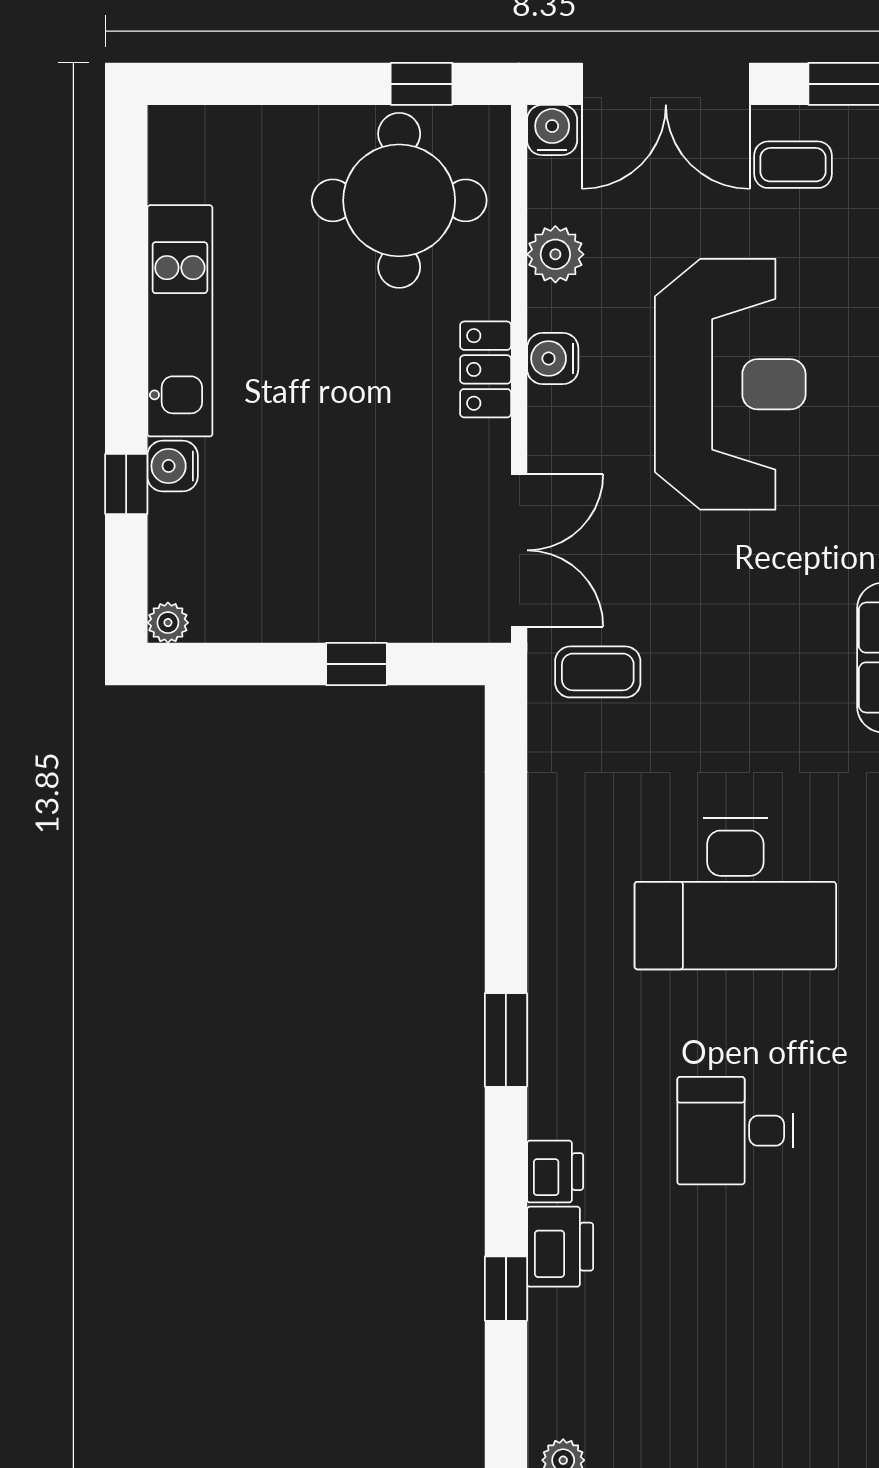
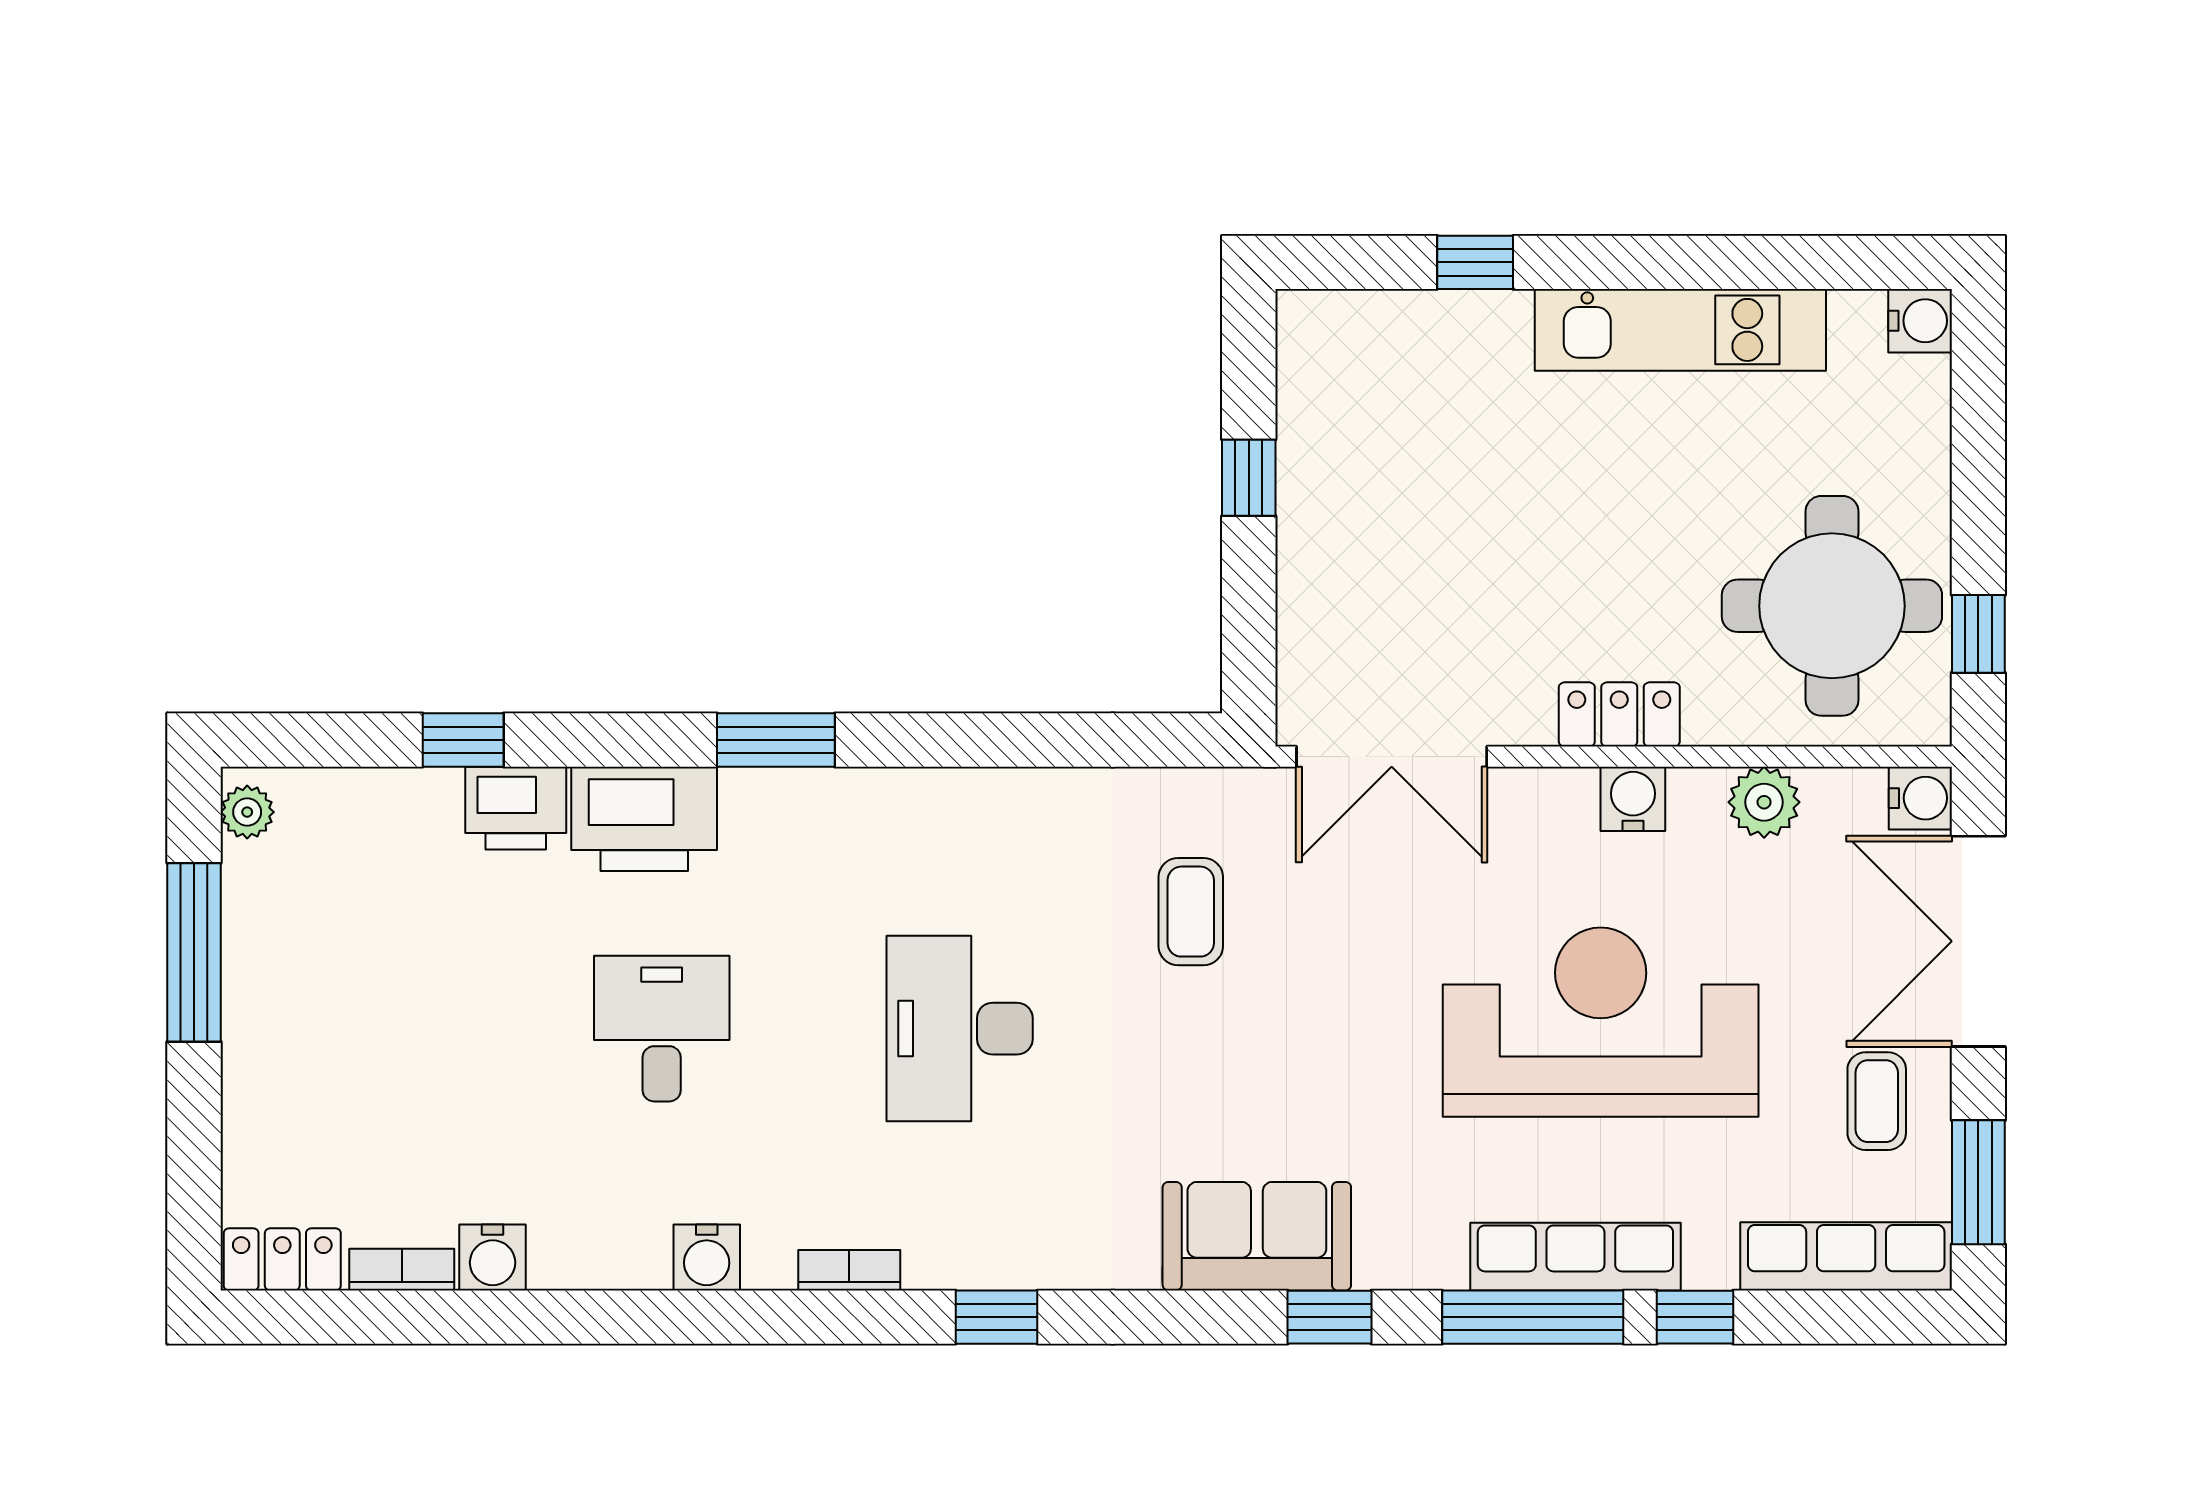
reception desk: (730, 384) -> (1601, 1022), turned 180
water cooler: (173, 466) -> (1920, 321), moved, turned 90
plant: (168, 623) -> (1301, 315), removed
window: (356, 664) -> (1249, 478), moved
coffee table: (598, 672) -> (1191, 912), moved
desk: (735, 894) -> (960, 1029), width x0.73, depth x0.77
printer: (555, 1172) -> (644, 819), width x1.87, depth x1.48

